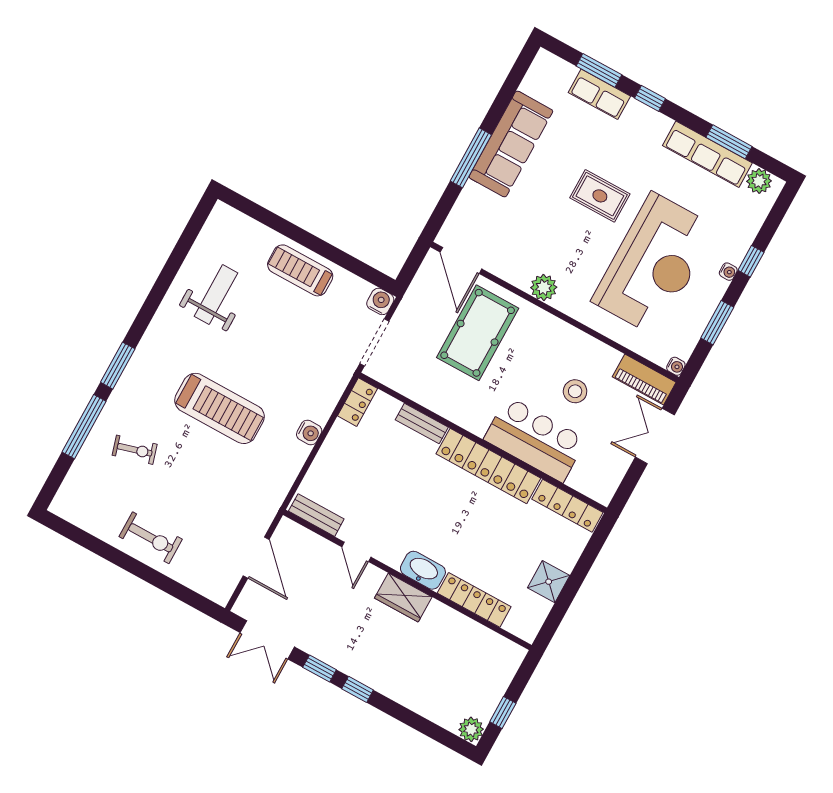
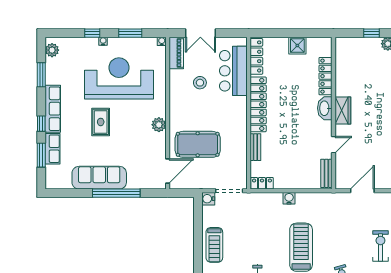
row of seats: (707, 154) -> (53, 109), moved
window: (471, 158) -> (116, 193), width x1.46
bar counter: (535, 439) -> (233, 71), moved

